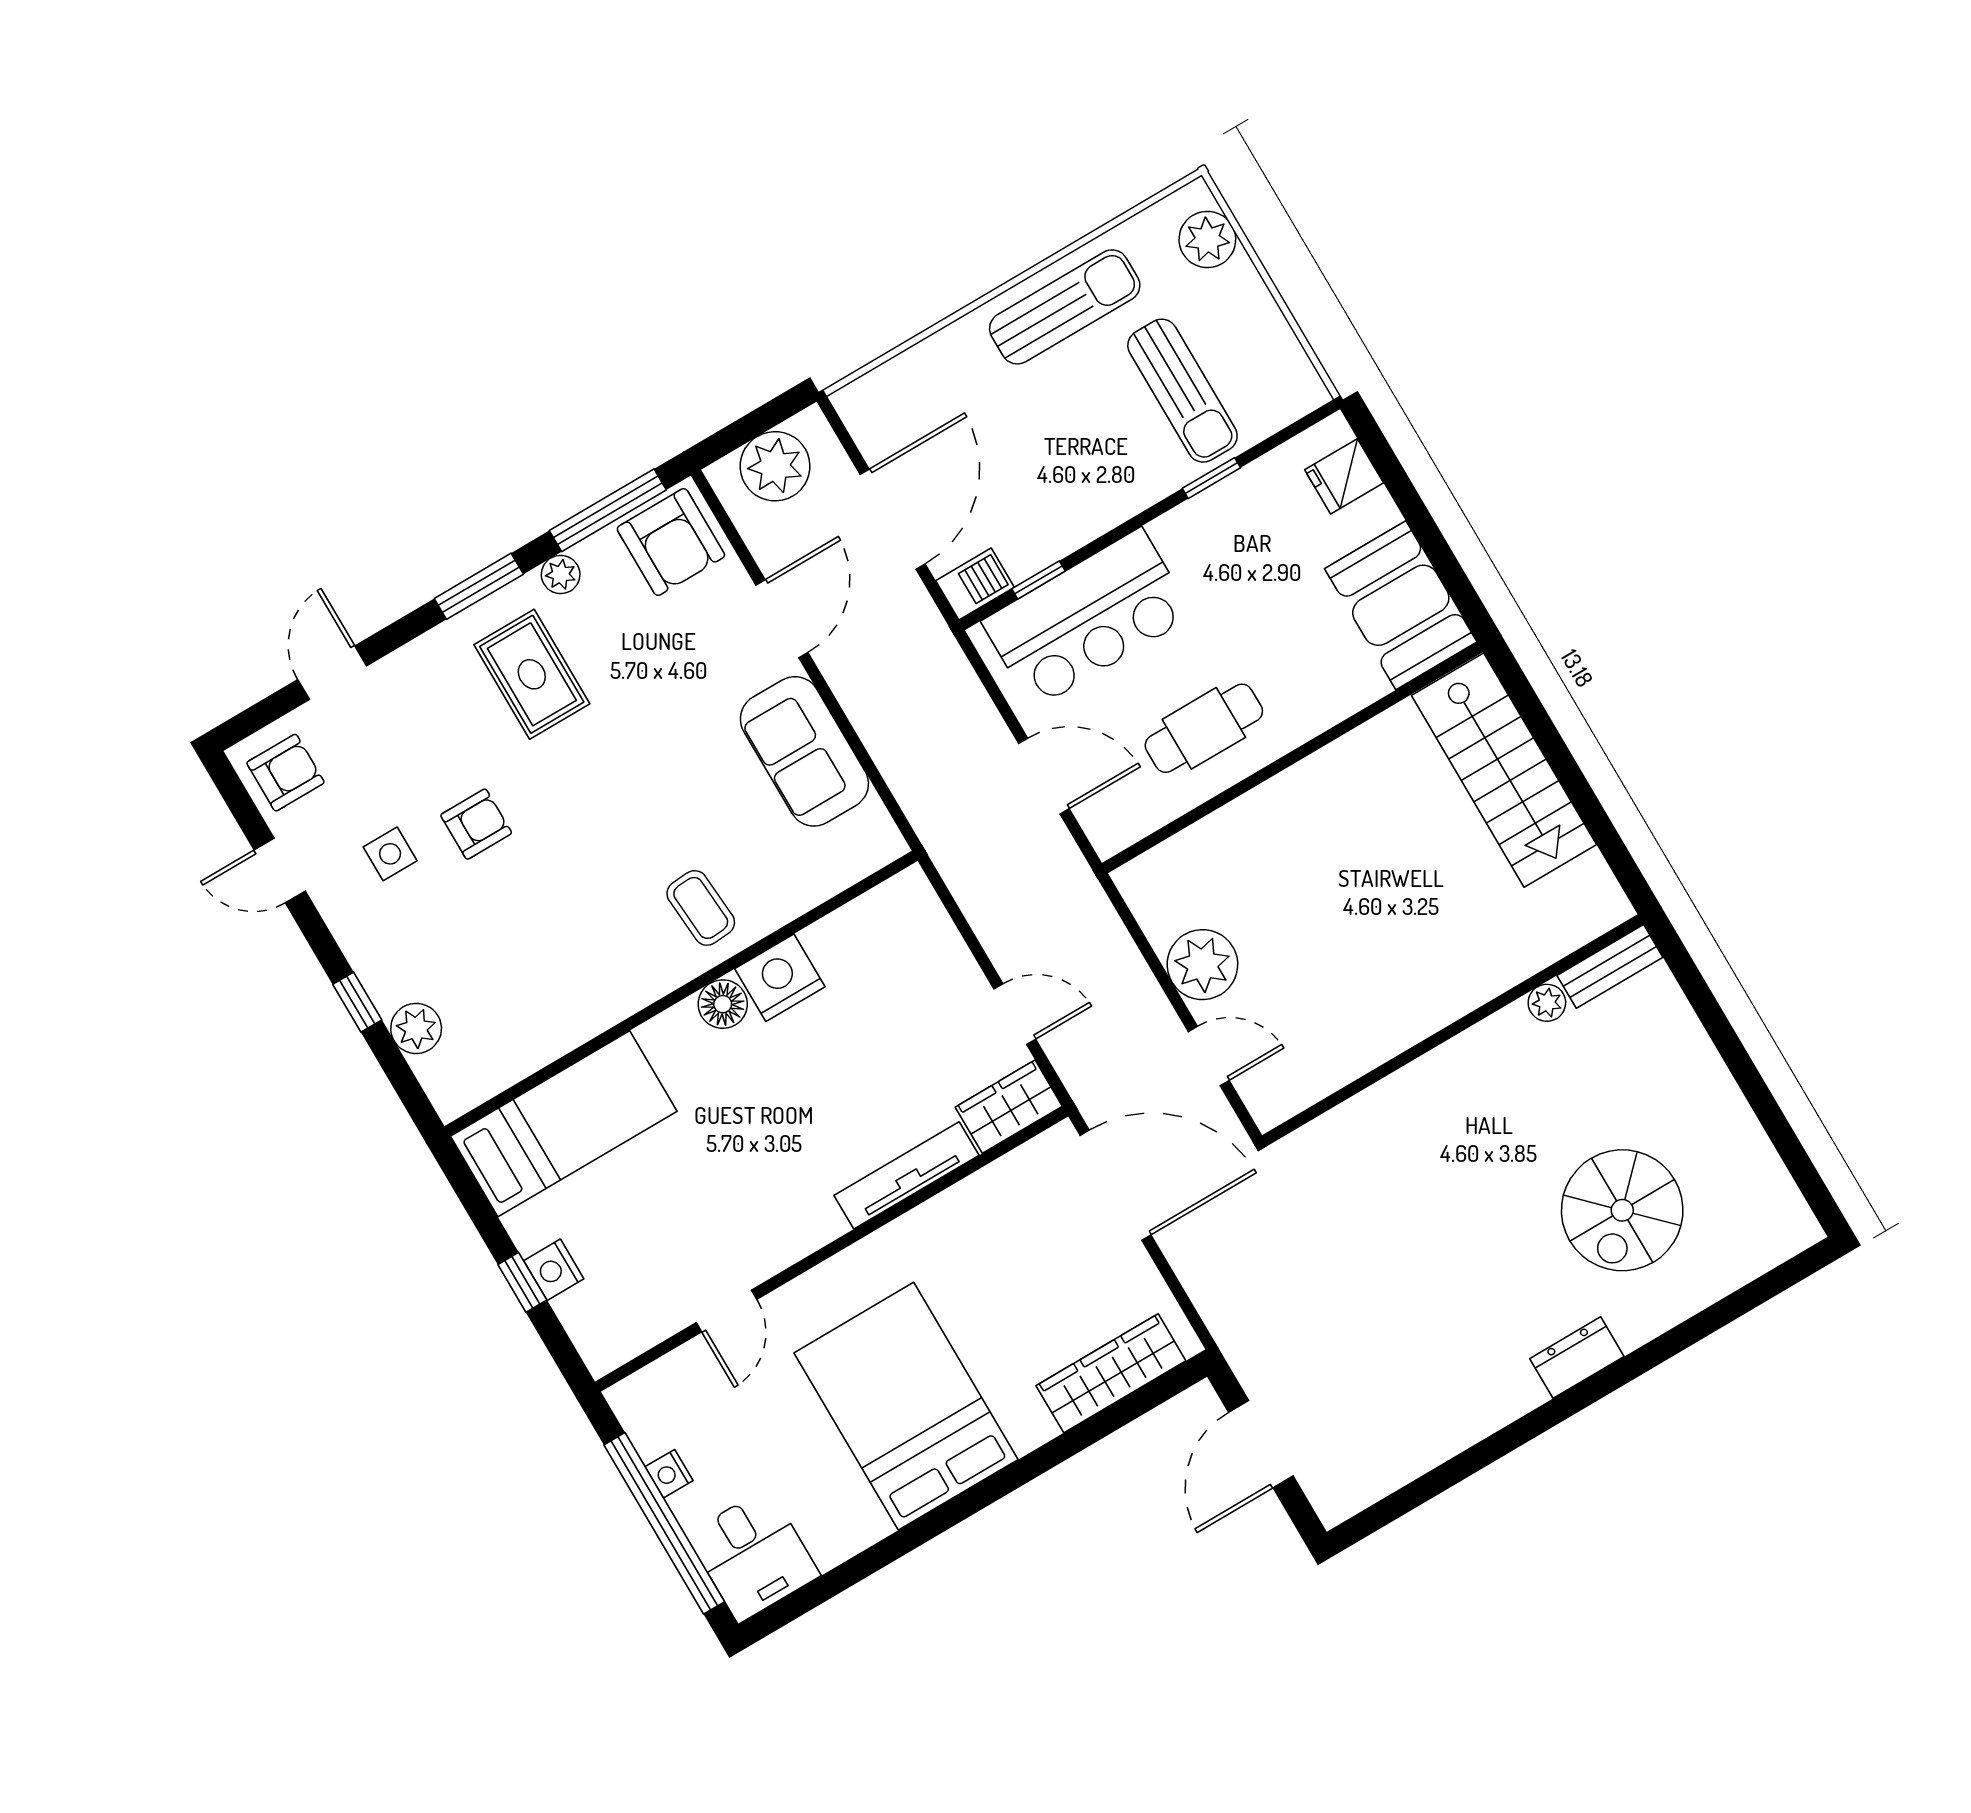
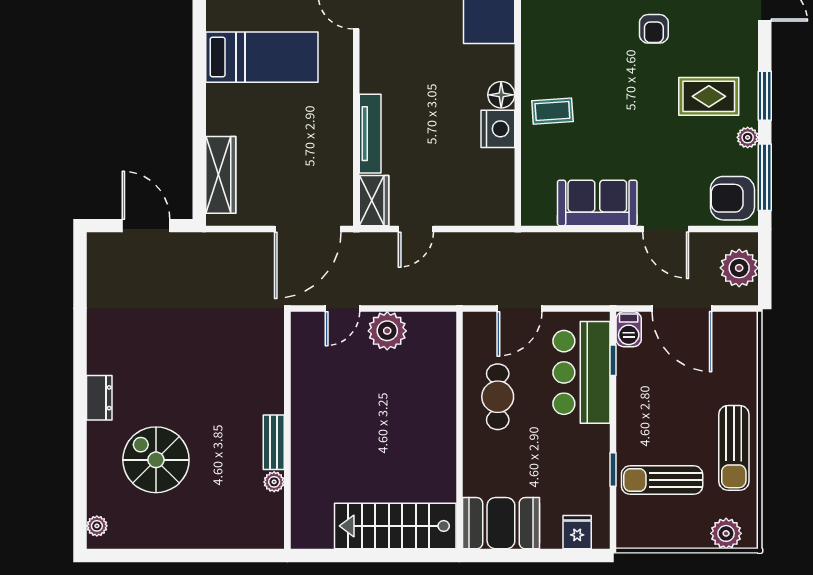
bench: (1610, 966) -> (274, 442), moved
plant: (1782, 1242) -> (97, 526), added
bed: (906, 1406) -> (262, 57), width x0.67

